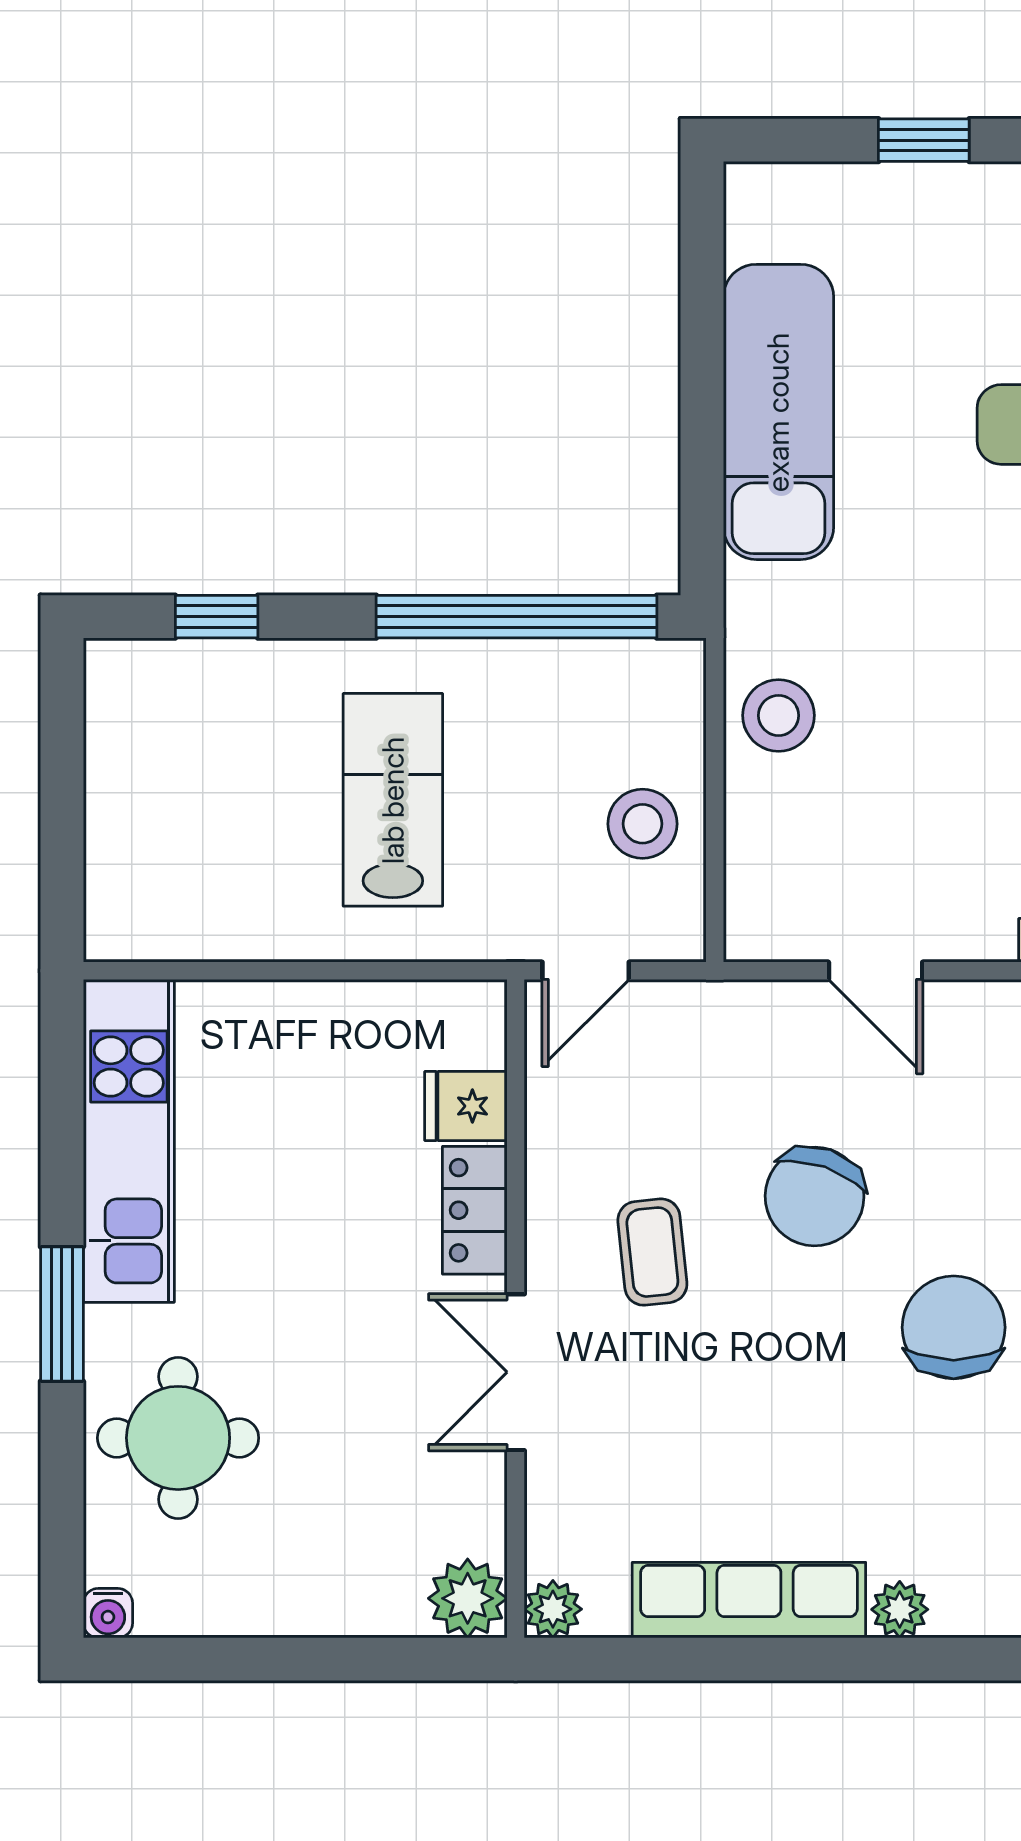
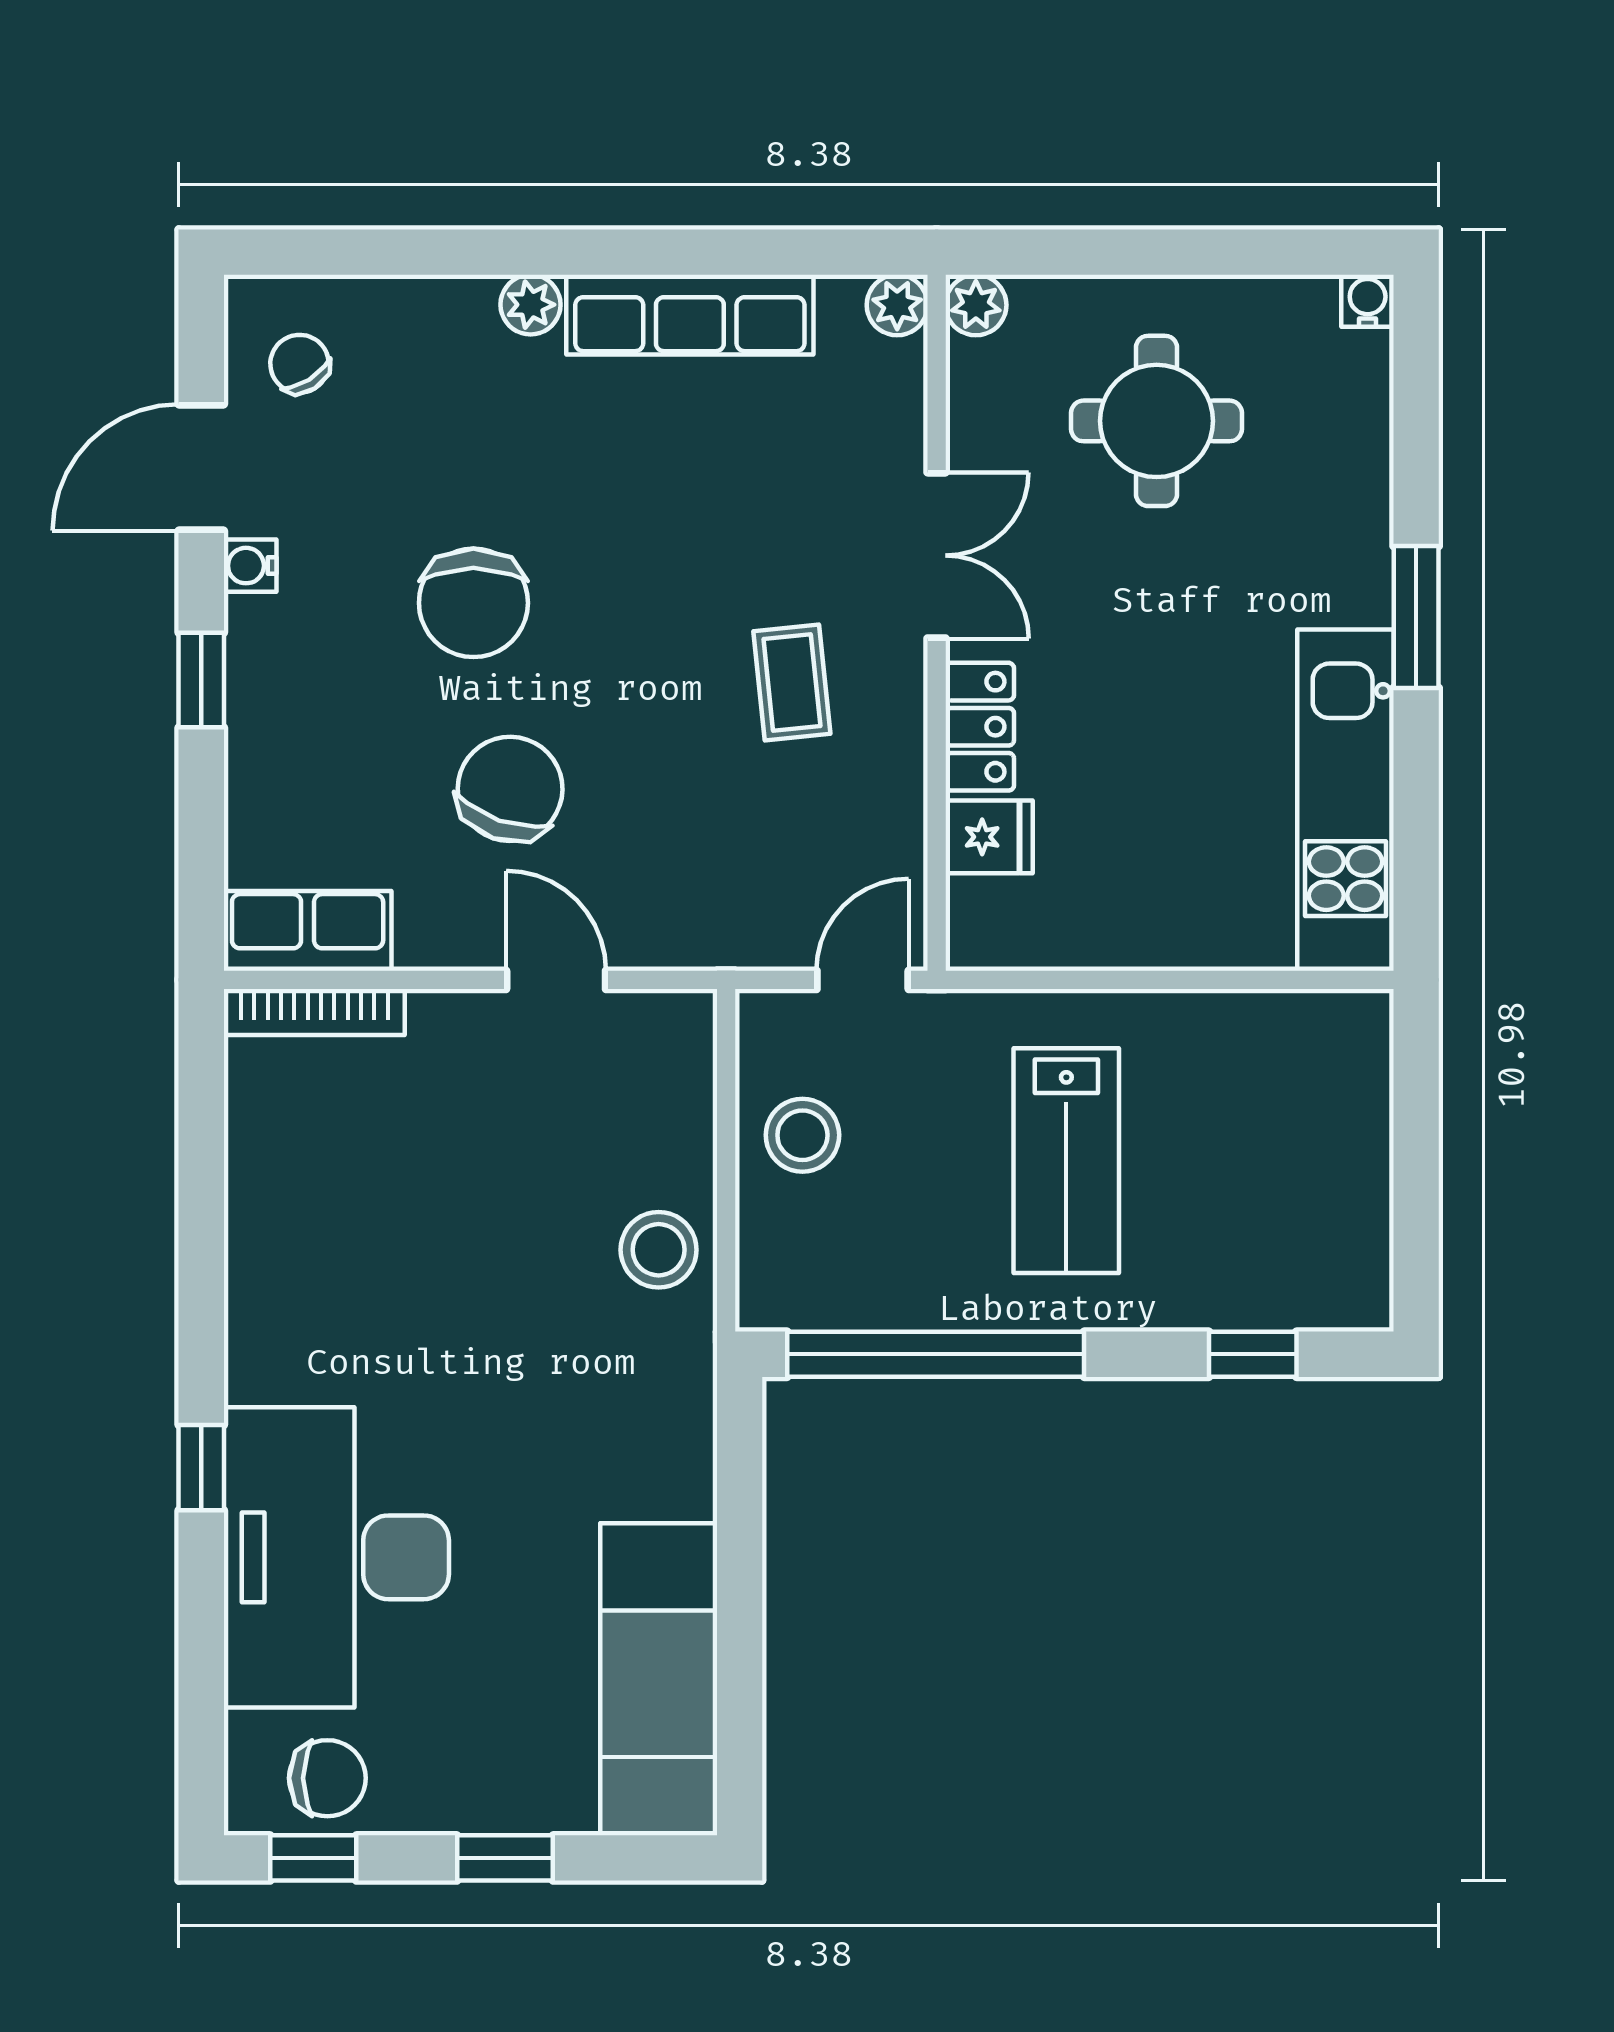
exam couch: (778, 412) -> (659, 1679), moved
chair: (815, 1196) -> (510, 789), moved
round table: (178, 1438) -> (1157, 421), moved
plant: (468, 1598) -> (976, 305), width x0.73, depth x0.73

